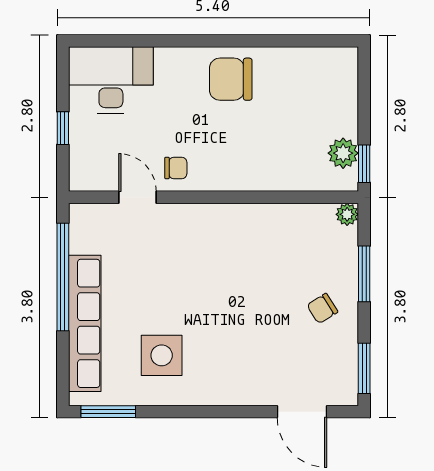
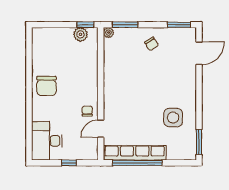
window: (364, 274) -> (125, 25), moved
row of seats: (85, 323) -> (135, 153), moved

